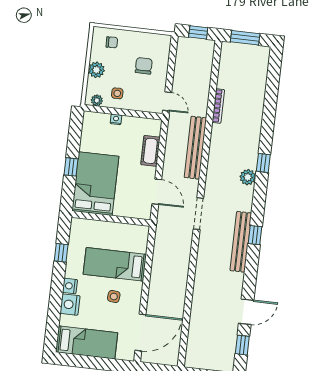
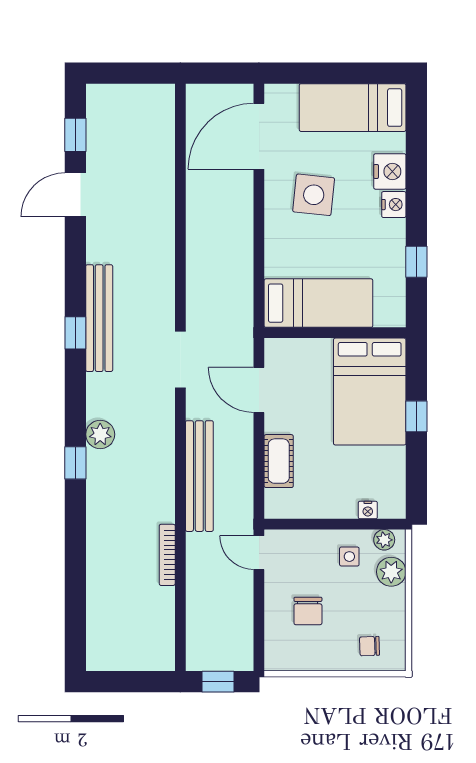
window: (245, 38) -> (134, 682), removed
plant: (96, 70) -> (391, 572), moved
nightstand: (116, 119) -> (368, 510), moved
bed: (115, 264) -> (318, 303), moved
side table: (114, 296) -> (314, 195), width x1.87, depth x1.87

